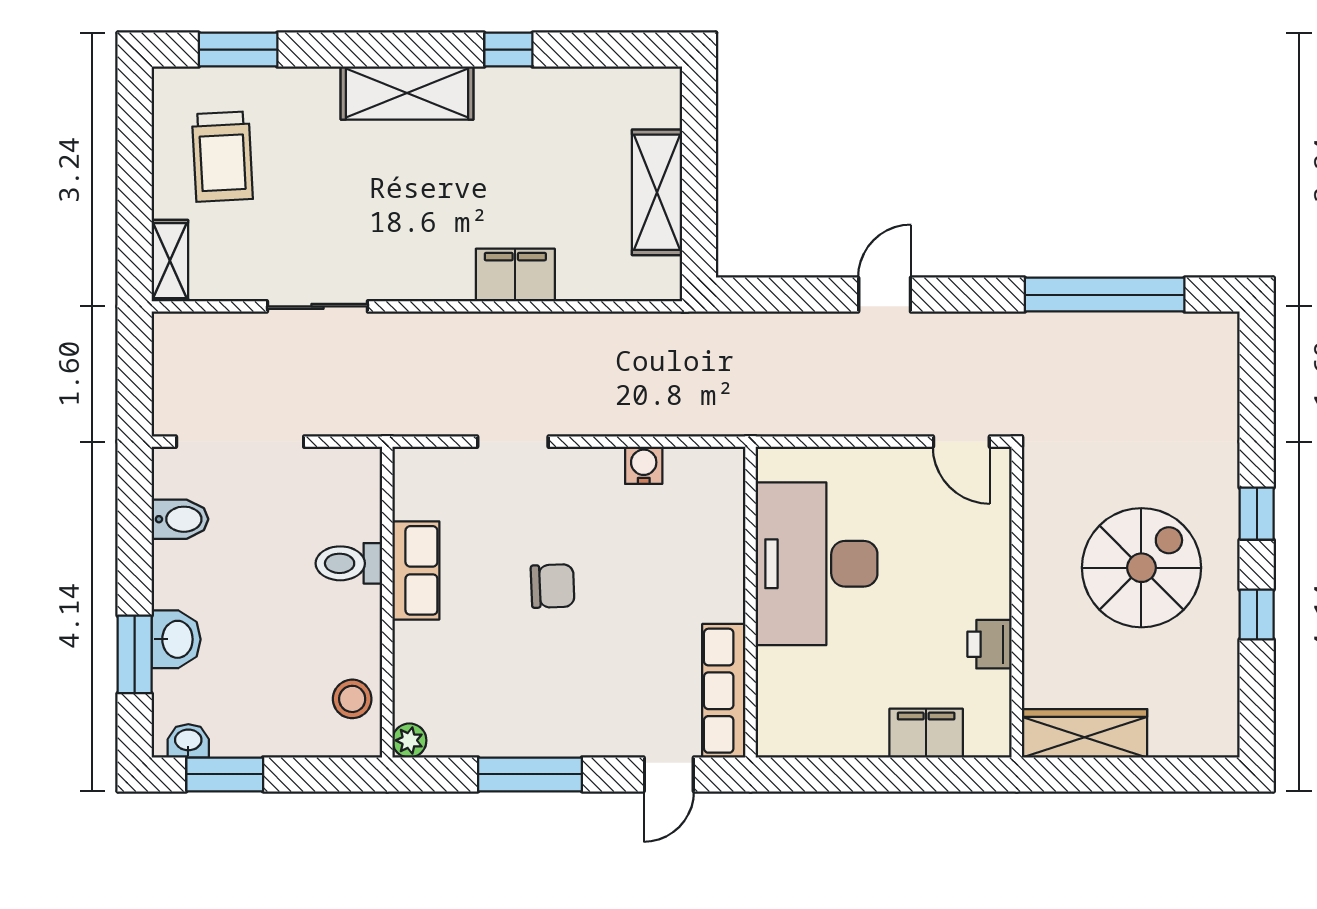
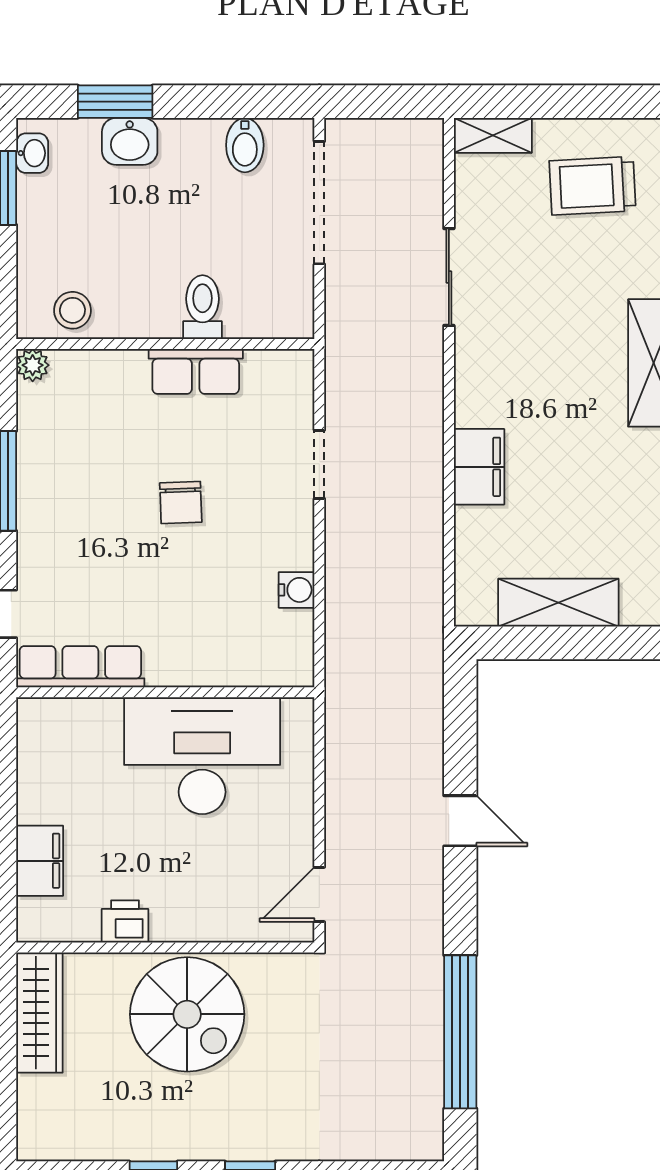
spiral stairs: (1141, 568) -> (187, 1014), moved

